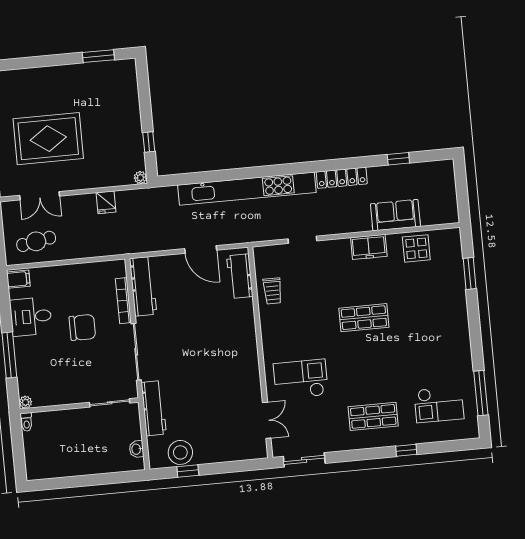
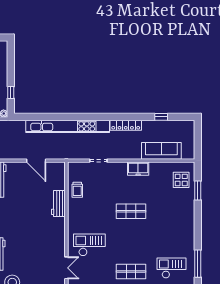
sofa: (395, 215) -> (161, 151), width x1.36
display table: (416, 248) -> (181, 180), moved
workbench: (240, 276) -> (58, 203), moved
checkout: (439, 404) -> (172, 268), turned 180

